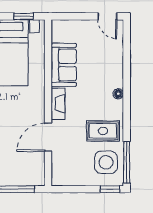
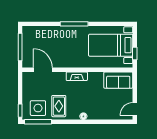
sofa: (64, 65) -> (118, 80), moved
door: (48, 137) -> (43, 70), moved

